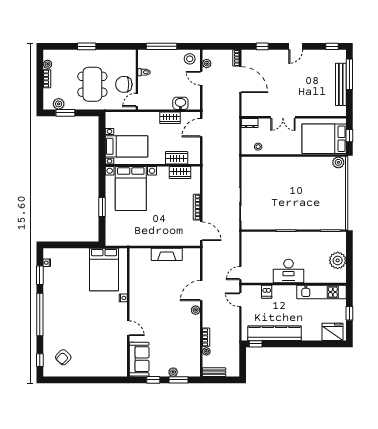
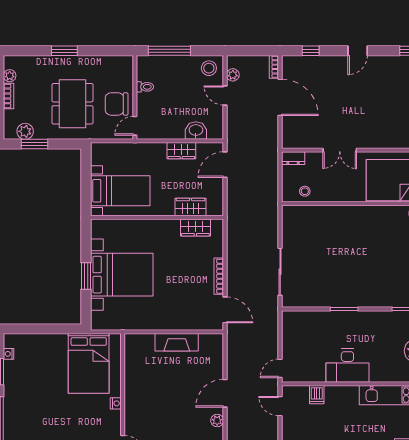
bed with nightstands: (131, 189) -> (122, 275), moved, turned -90

